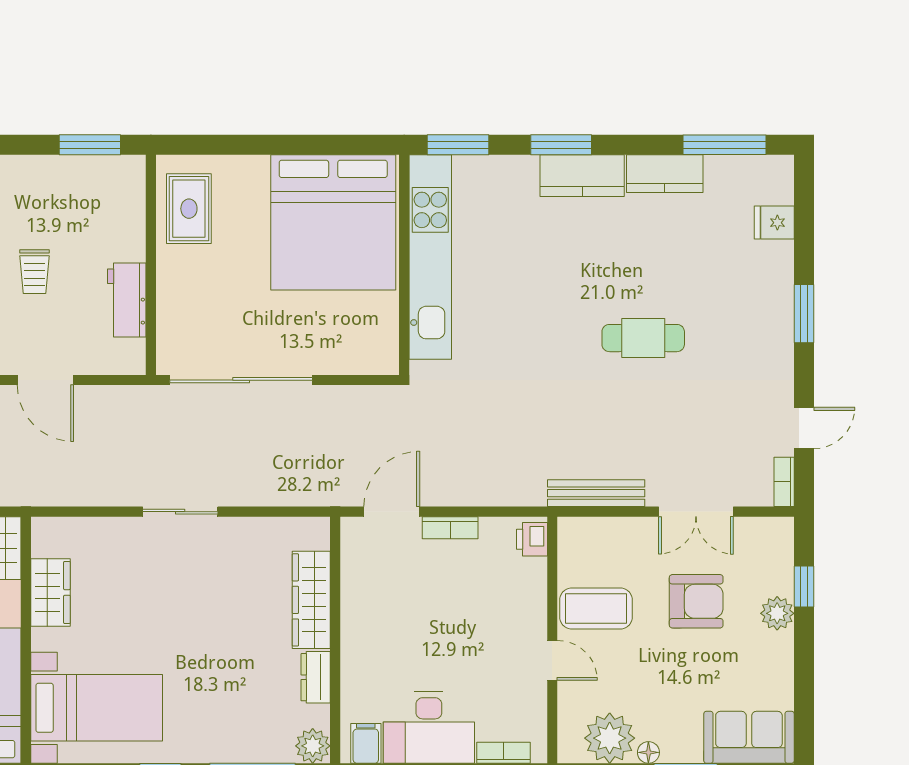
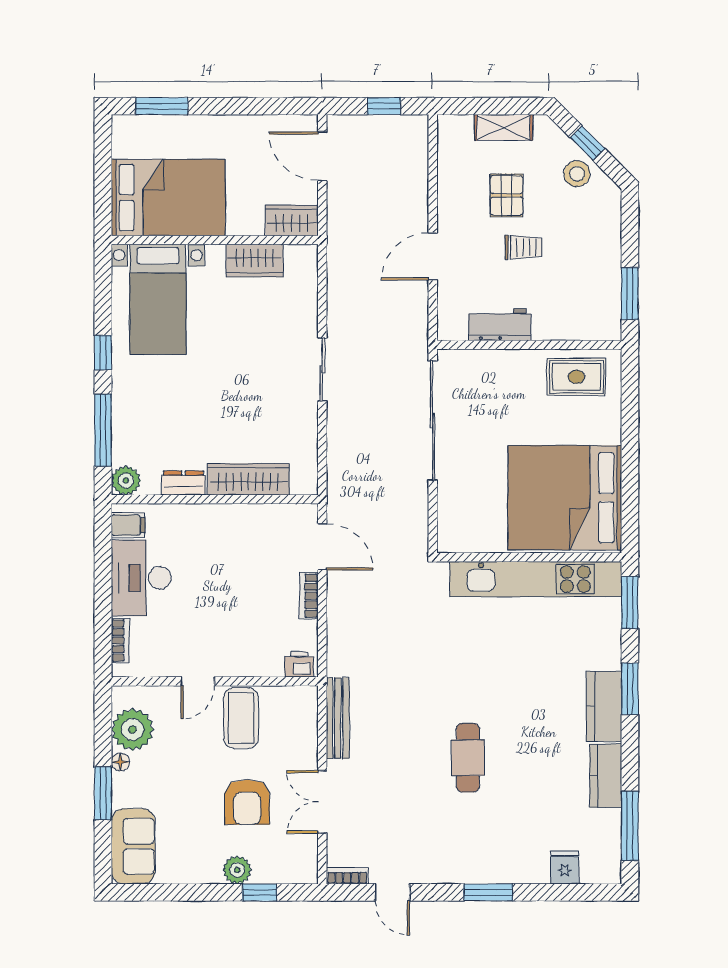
trolley: (35, 272) -> (524, 247), turned 180

